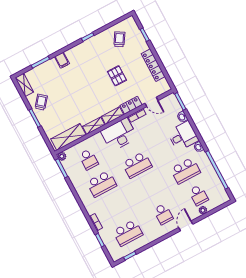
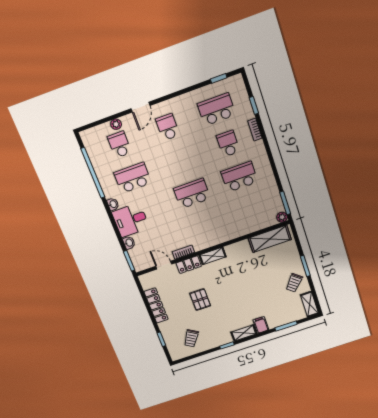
shelving: (94, 126) -> (244, 333), moved
desk: (119, 134) -> (208, 233), removed
school desk: (89, 159) -> (228, 144), moved

